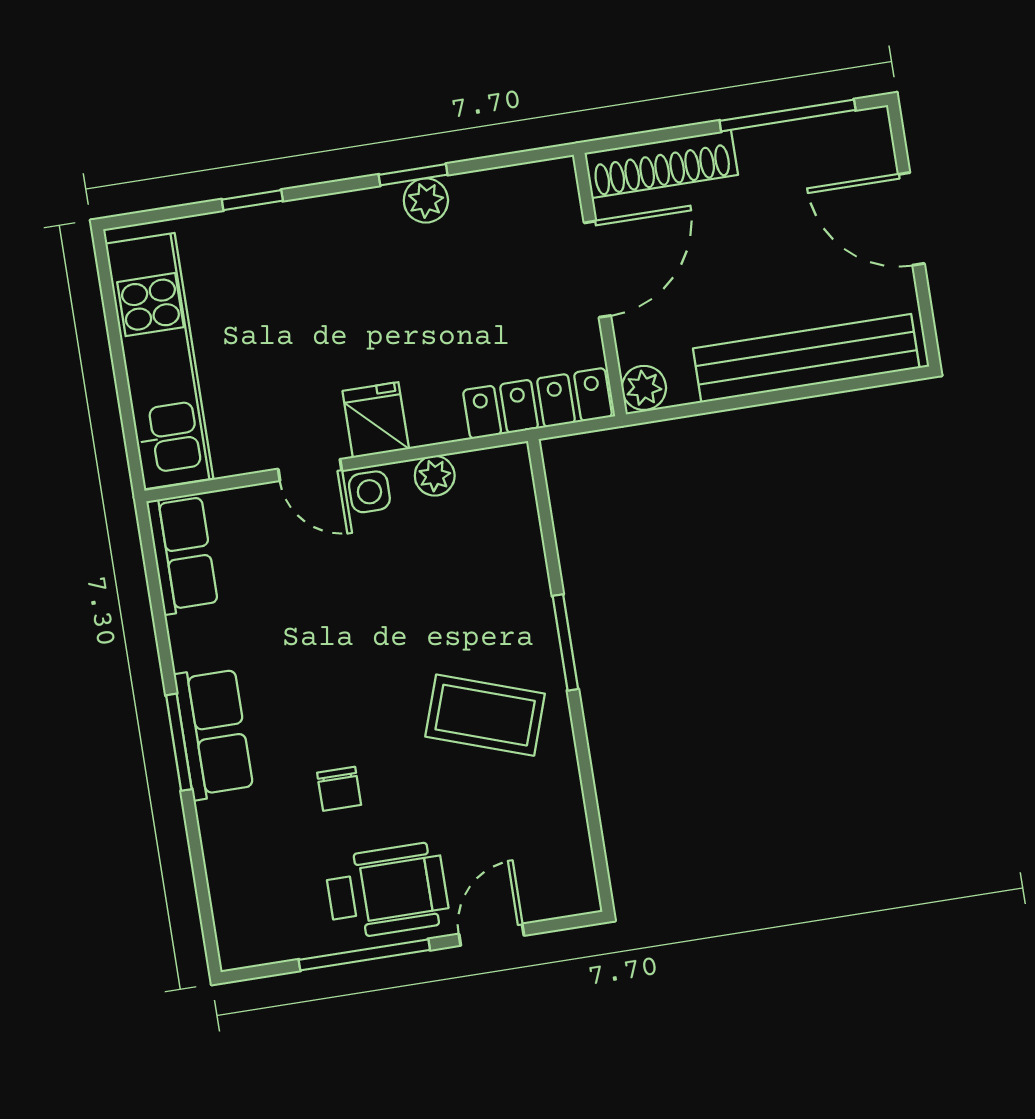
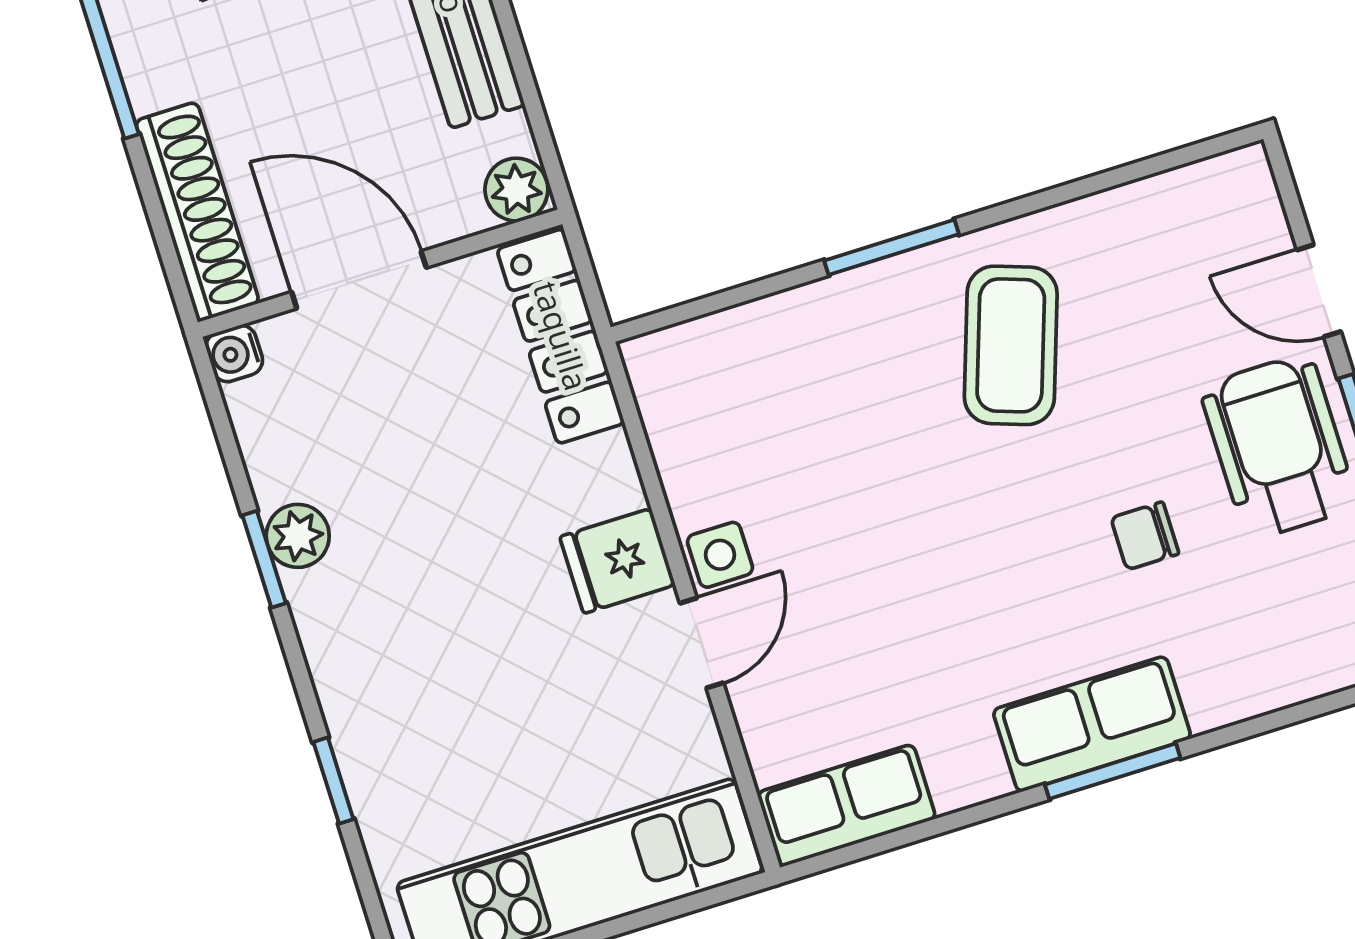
water cooler: (559, 175) -> (234, 354), added
plant: (435, 476) -> (684, 466), removed
chair: (339, 789) -> (1145, 536), turned 180

